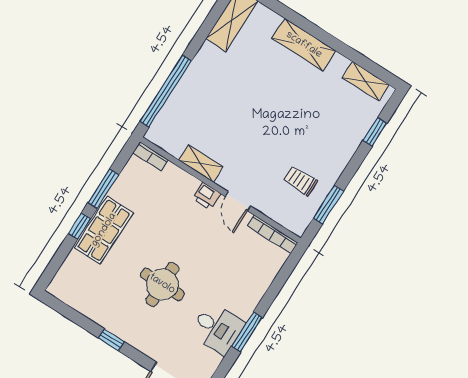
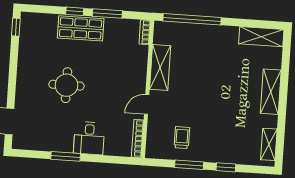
window: (375, 132) -> (226, 167), moved
shelving: (201, 164) -> (160, 67), width x1.50, depth x1.33
printer: (207, 196) -> (139, 82), removed
window: (328, 205) -> (189, 165), moved
desk: (217, 328) -> (89, 138), moved
window: (111, 340) -> (16, 27), moved

